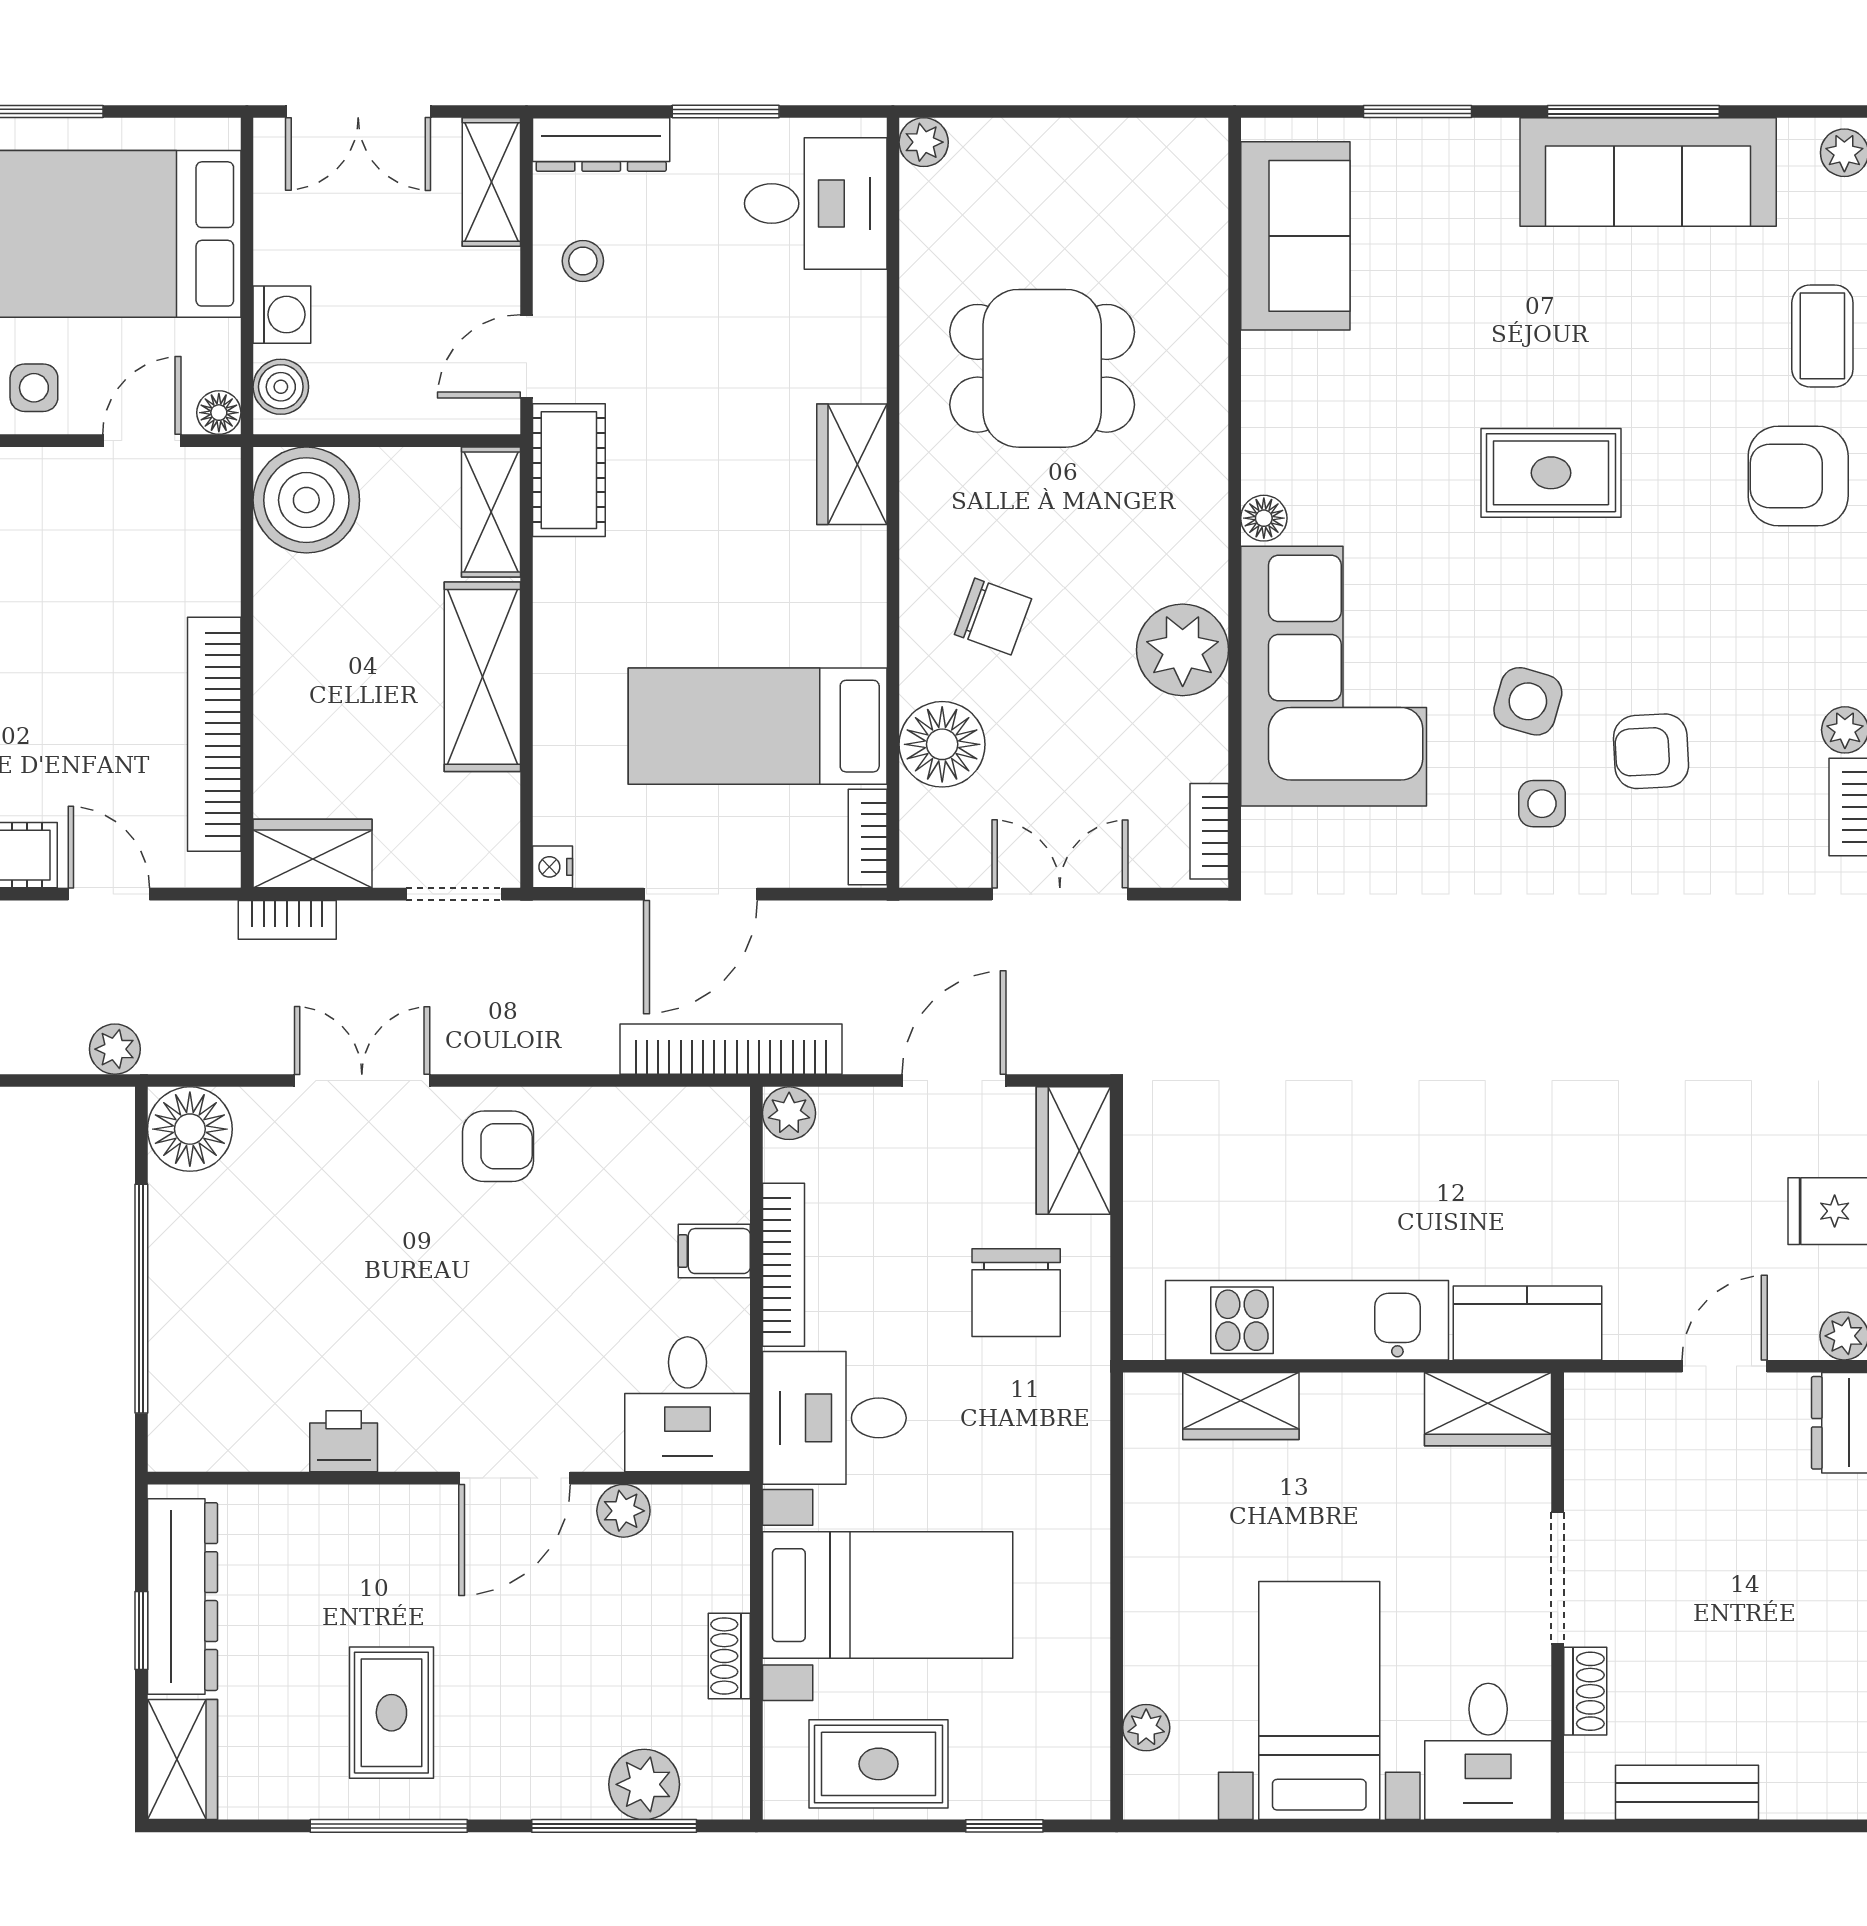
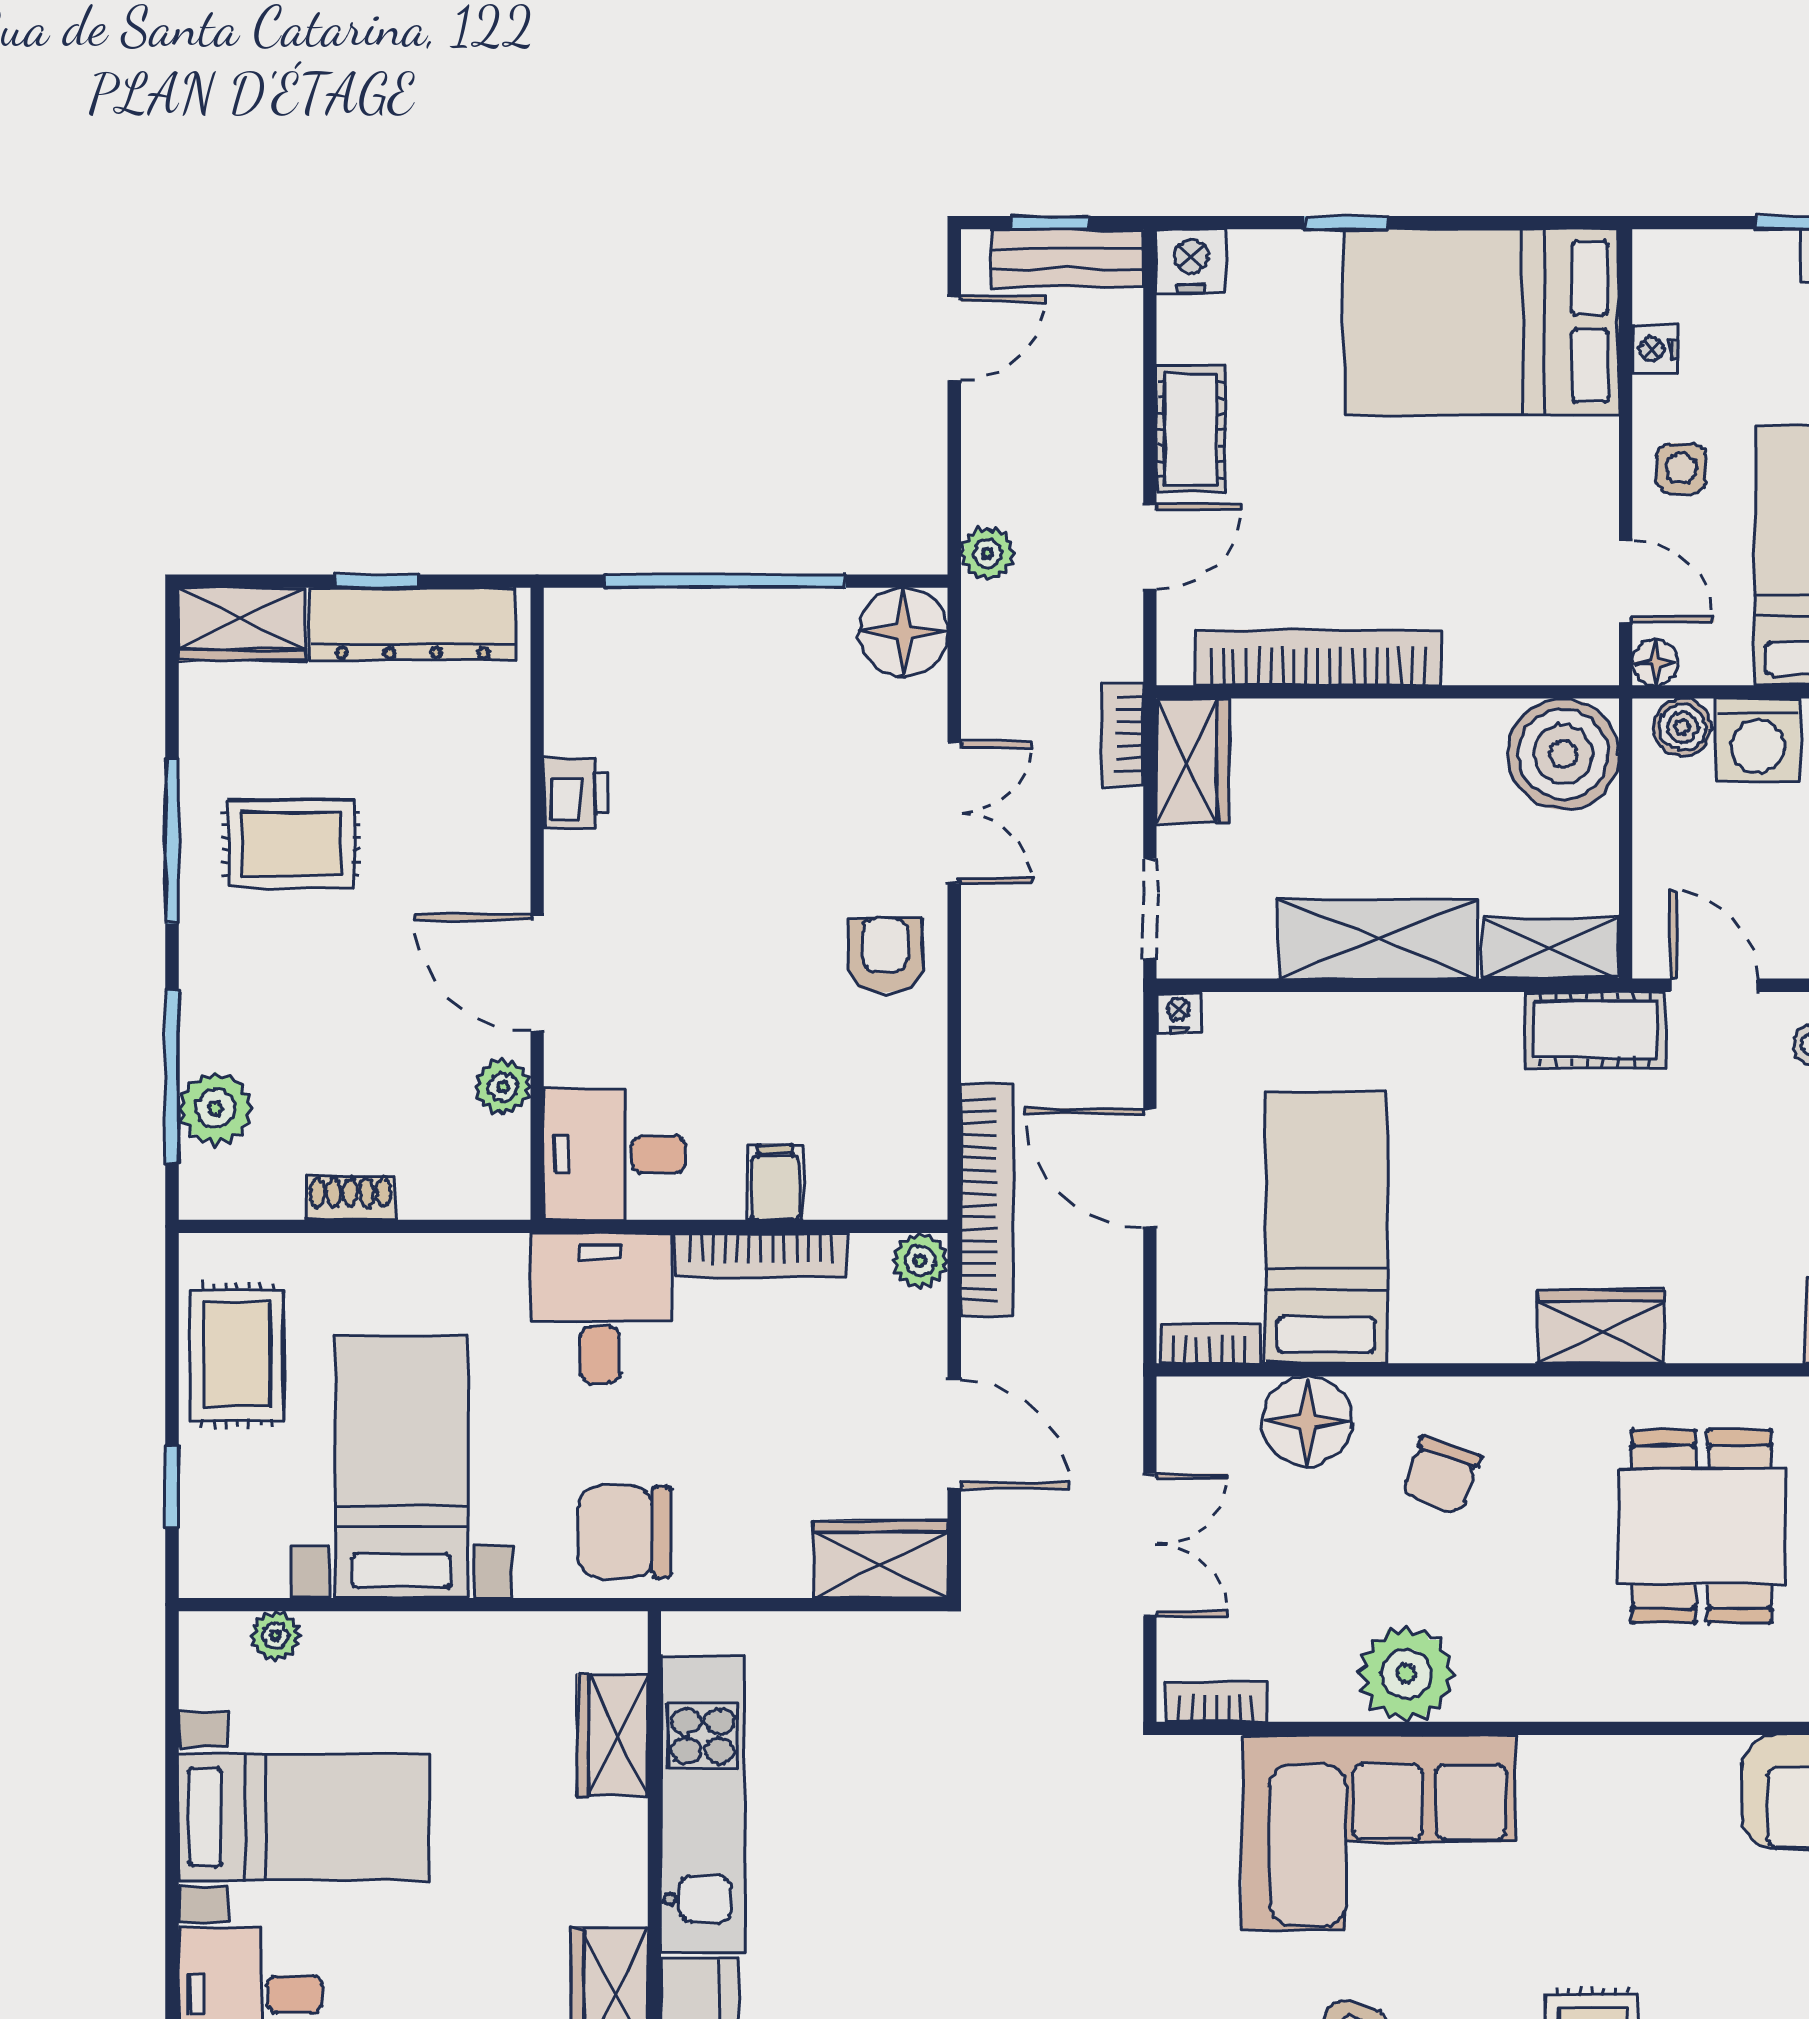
washing machine: (282, 315) -> (1758, 740), width x1.38, depth x1.38
floor lamp: (1264, 518) -> (1544, 1759), removed
armchair: (498, 1146) -> (885, 955), turned 180
chair: (1016, 1293) -> (625, 1532), moved
bed with nightstands: (888, 1595) -> (402, 1467), moved, turned 180

